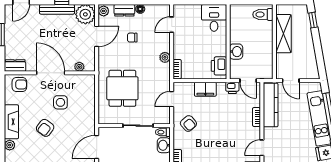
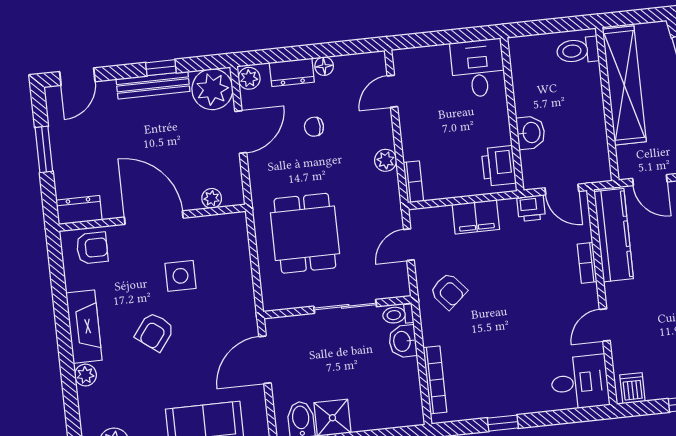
shelving: (283, 34) -> (624, 85), width x1.47

